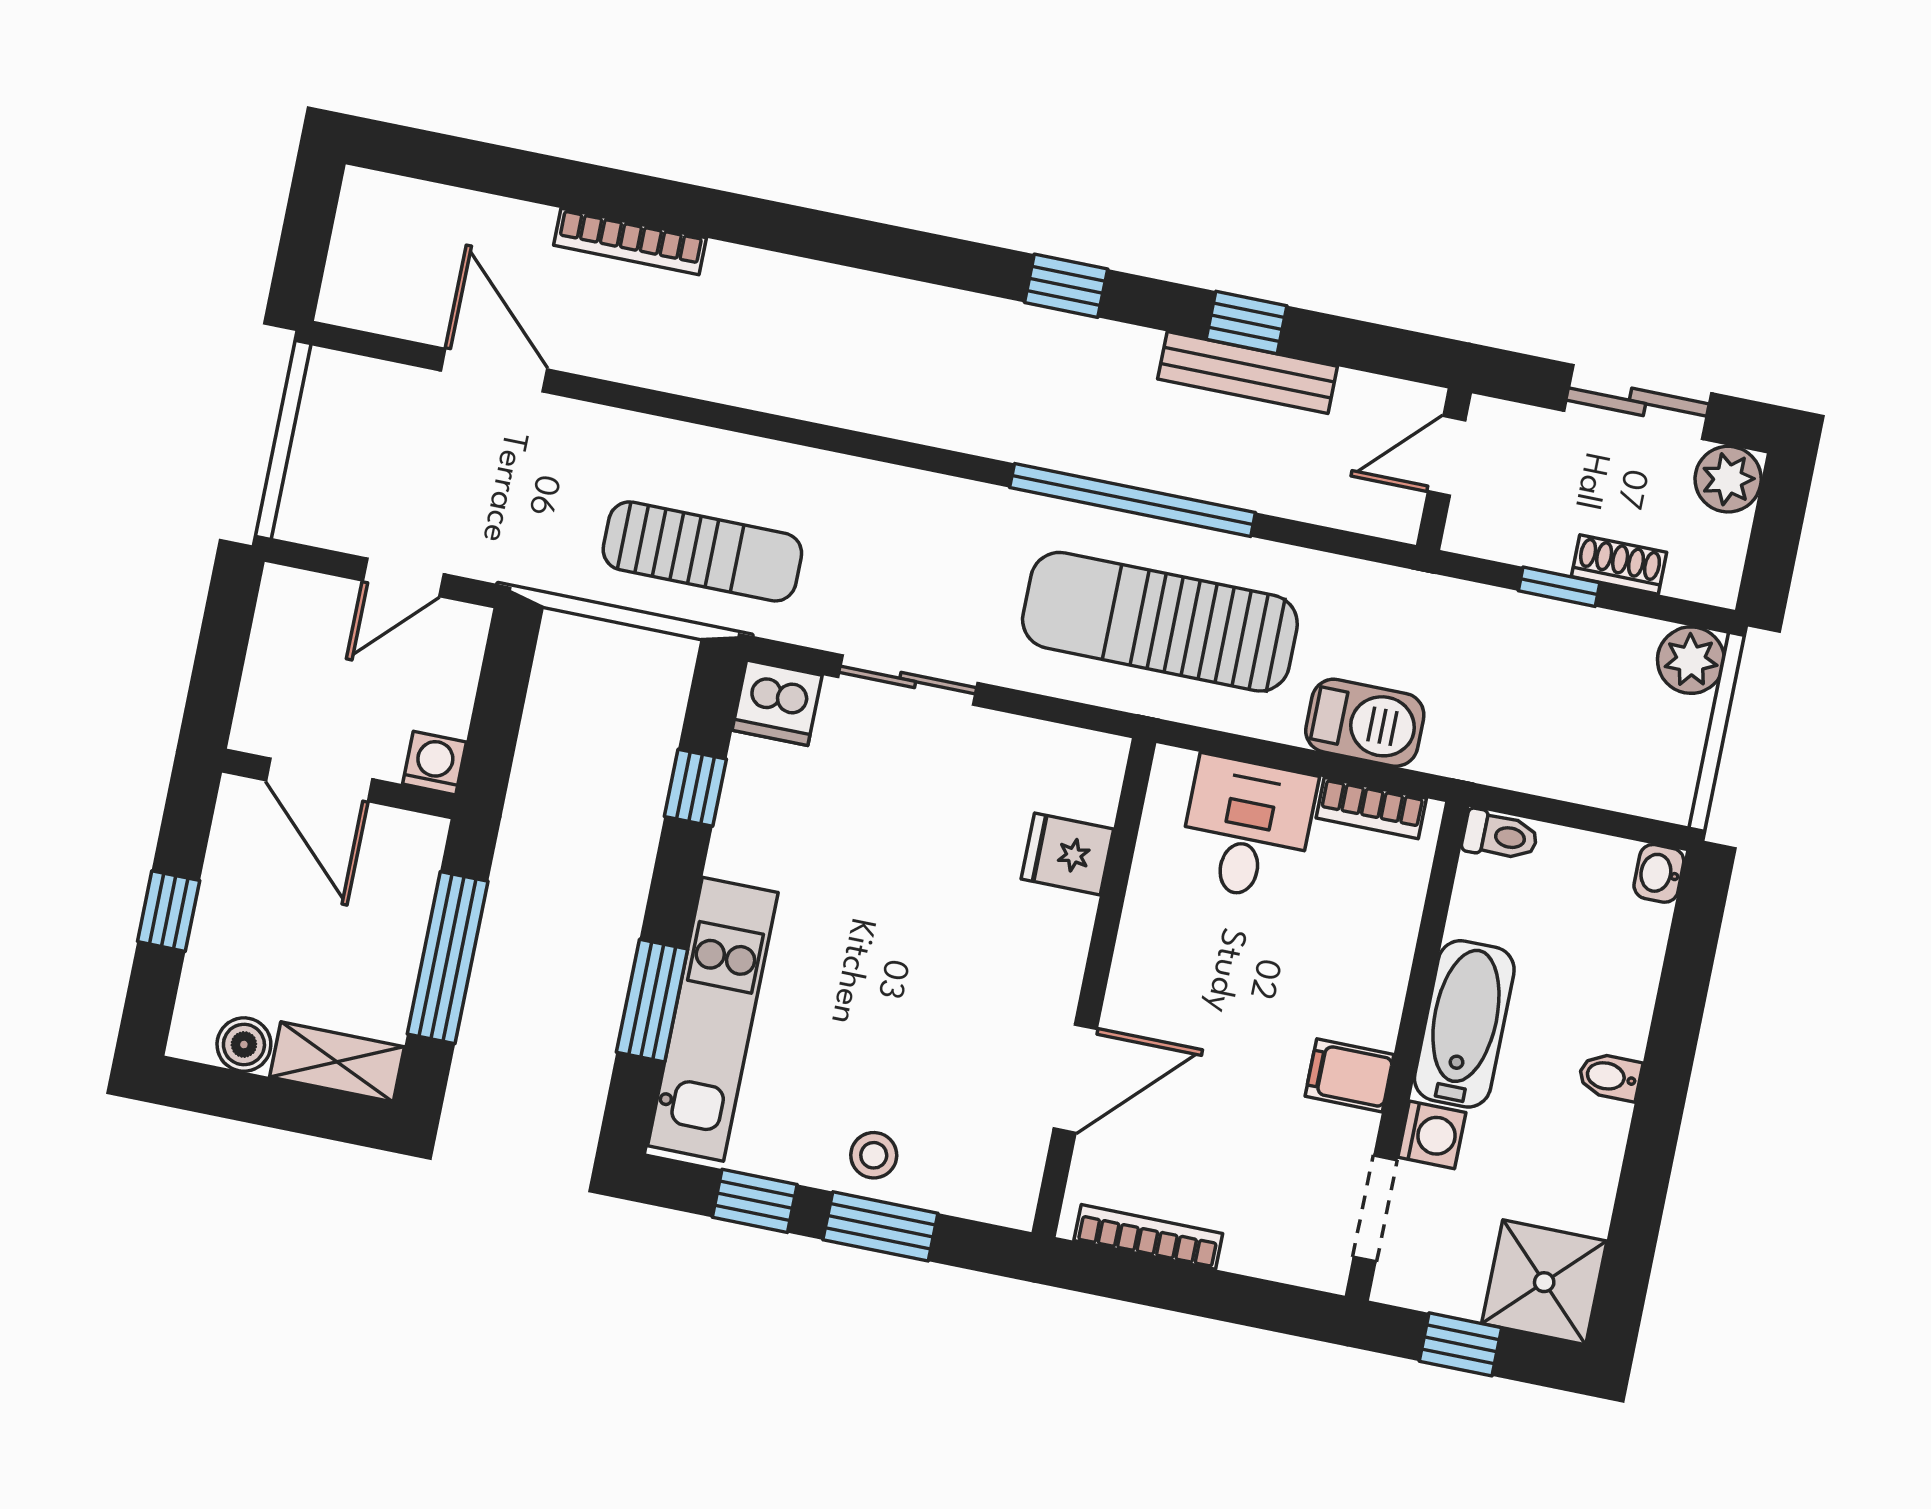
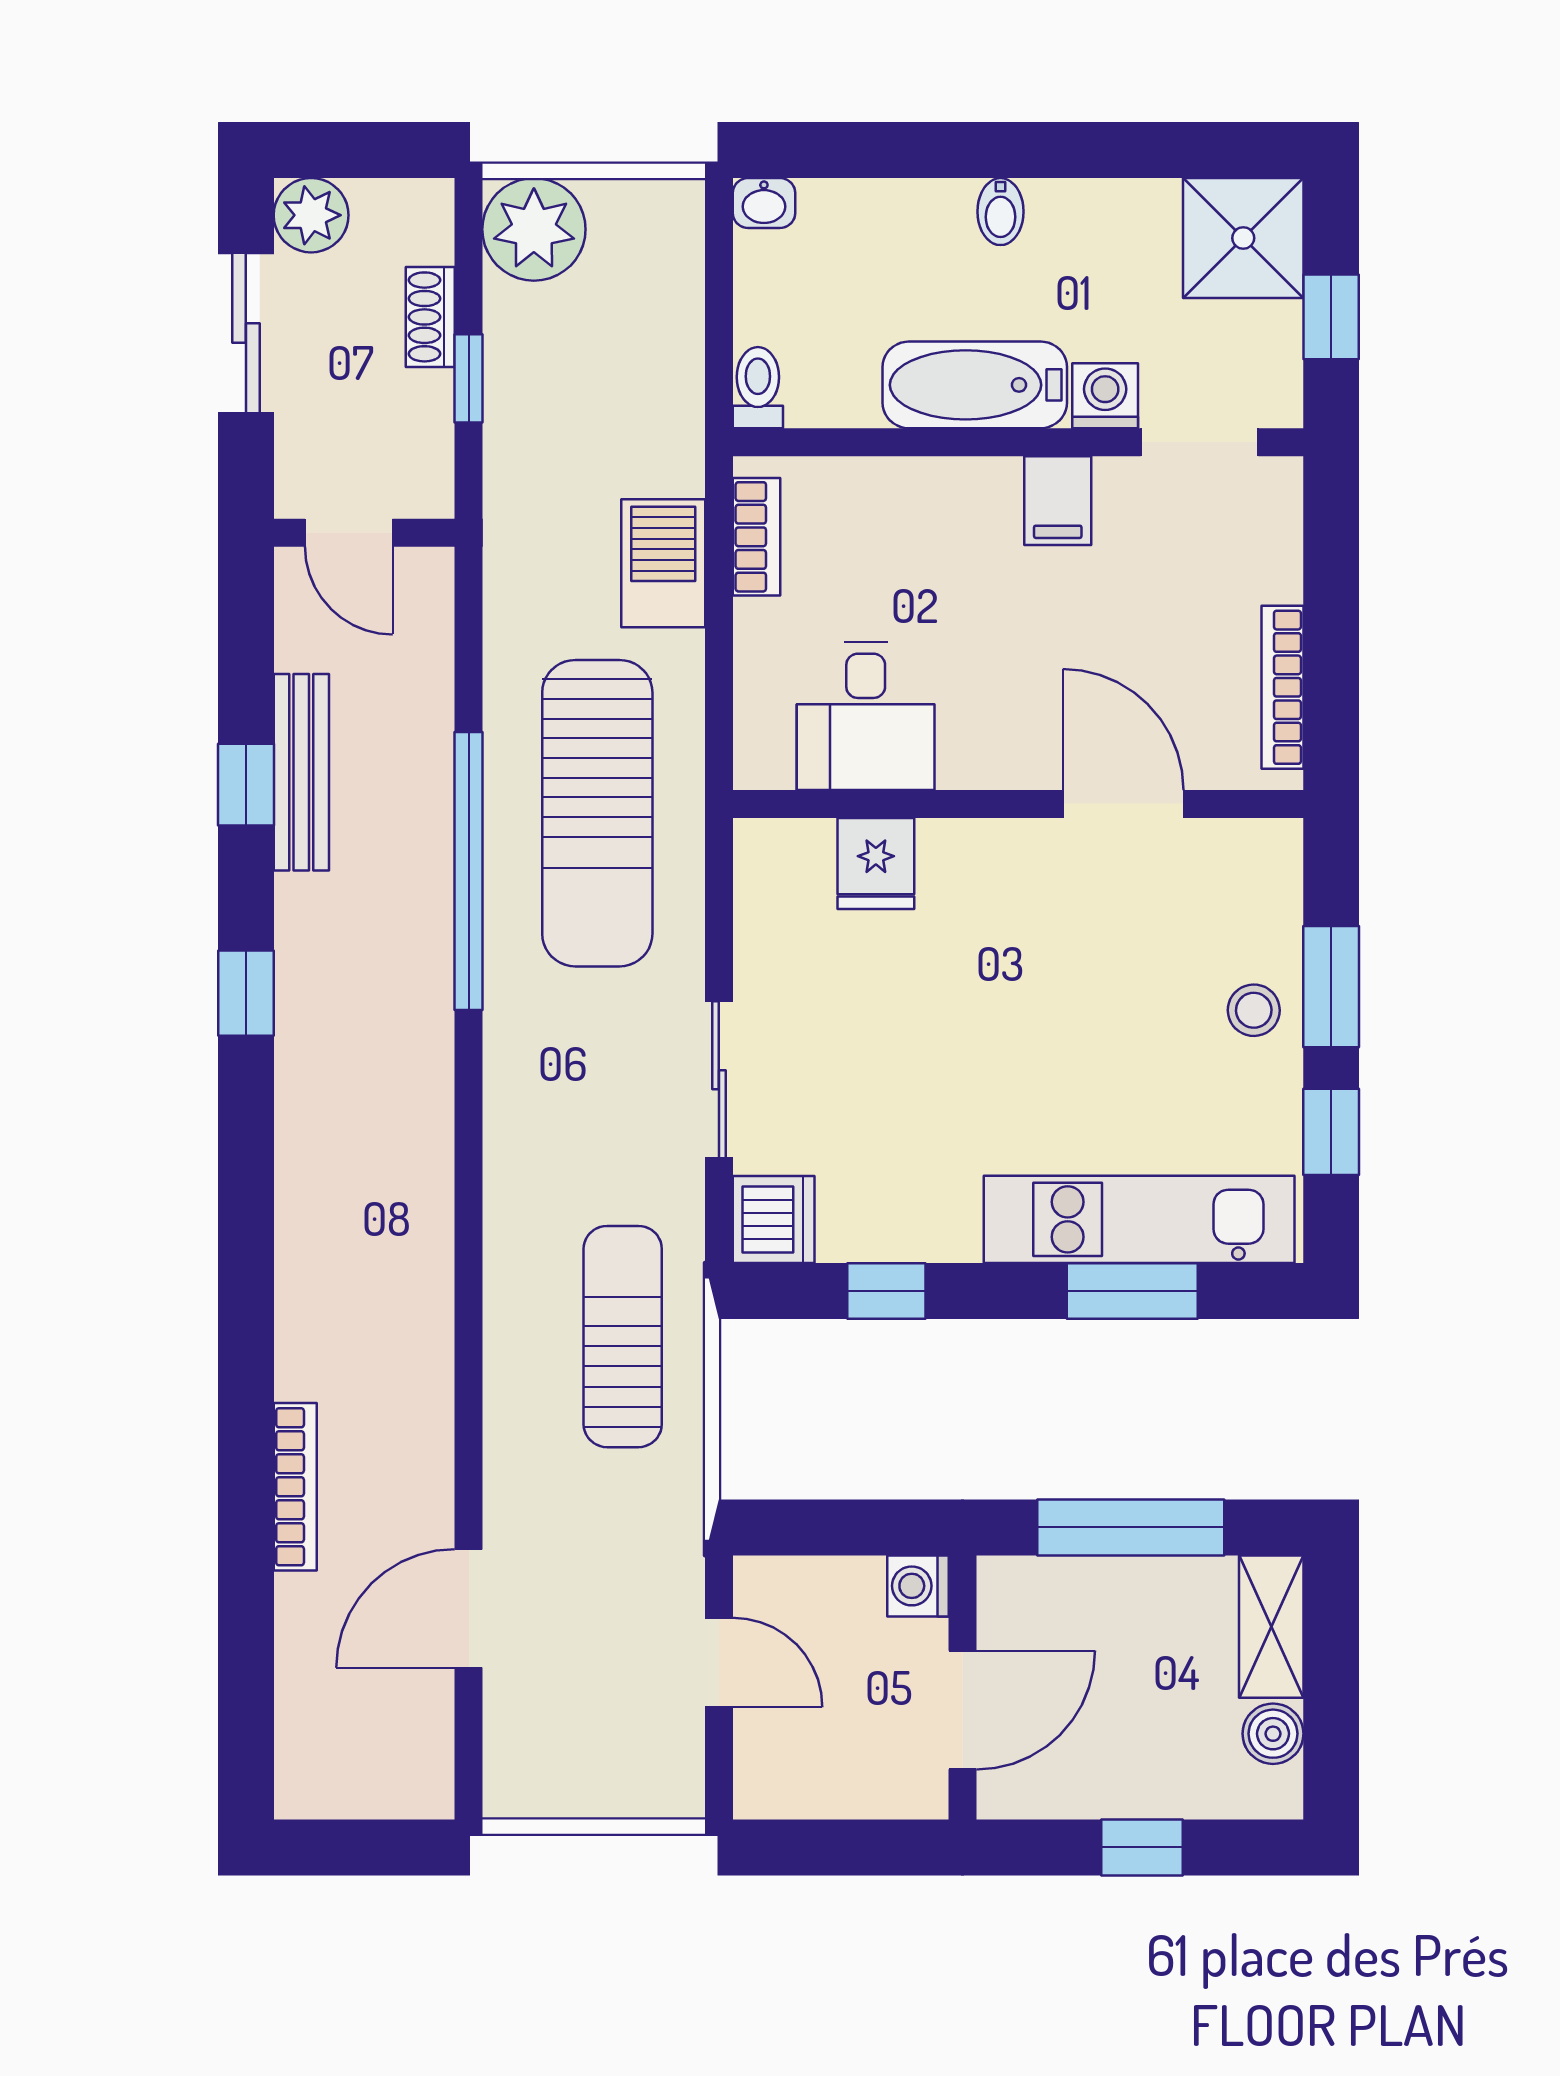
plant: (1691, 660) -> (534, 229), width x1.36, depth x1.36
desk: (1247, 828) -> (866, 716), moved, turned -90

